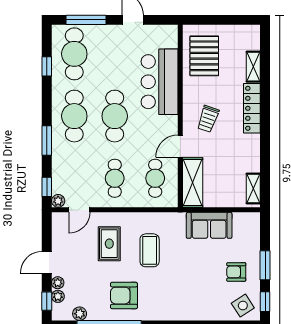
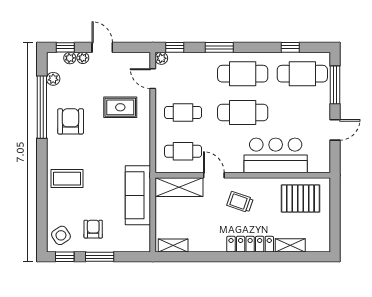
sofa: (209, 225) -> (138, 195), width x1.36
coffee table: (150, 250) -> (67, 179), moved

